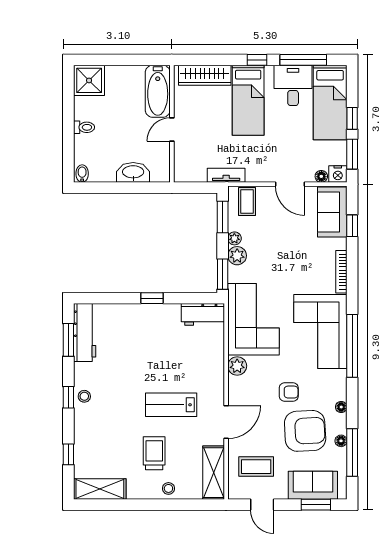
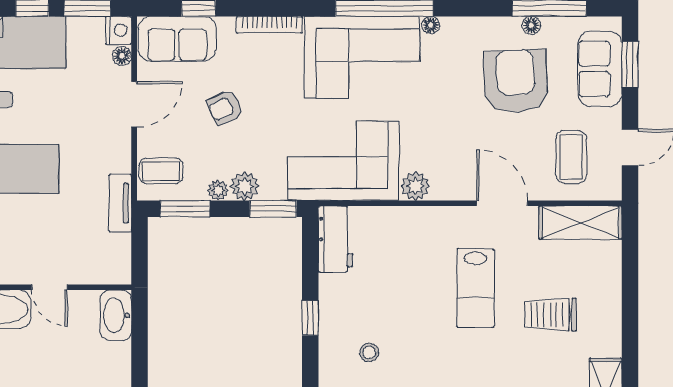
washbasin: (133, 172) -> (116, 315), moved
armchair: (289, 392) -> (225, 108), moved, turned -115
floor lamp: (341, 407) -> (431, 25), moved
stool: (168, 488) -> (369, 352), moved

